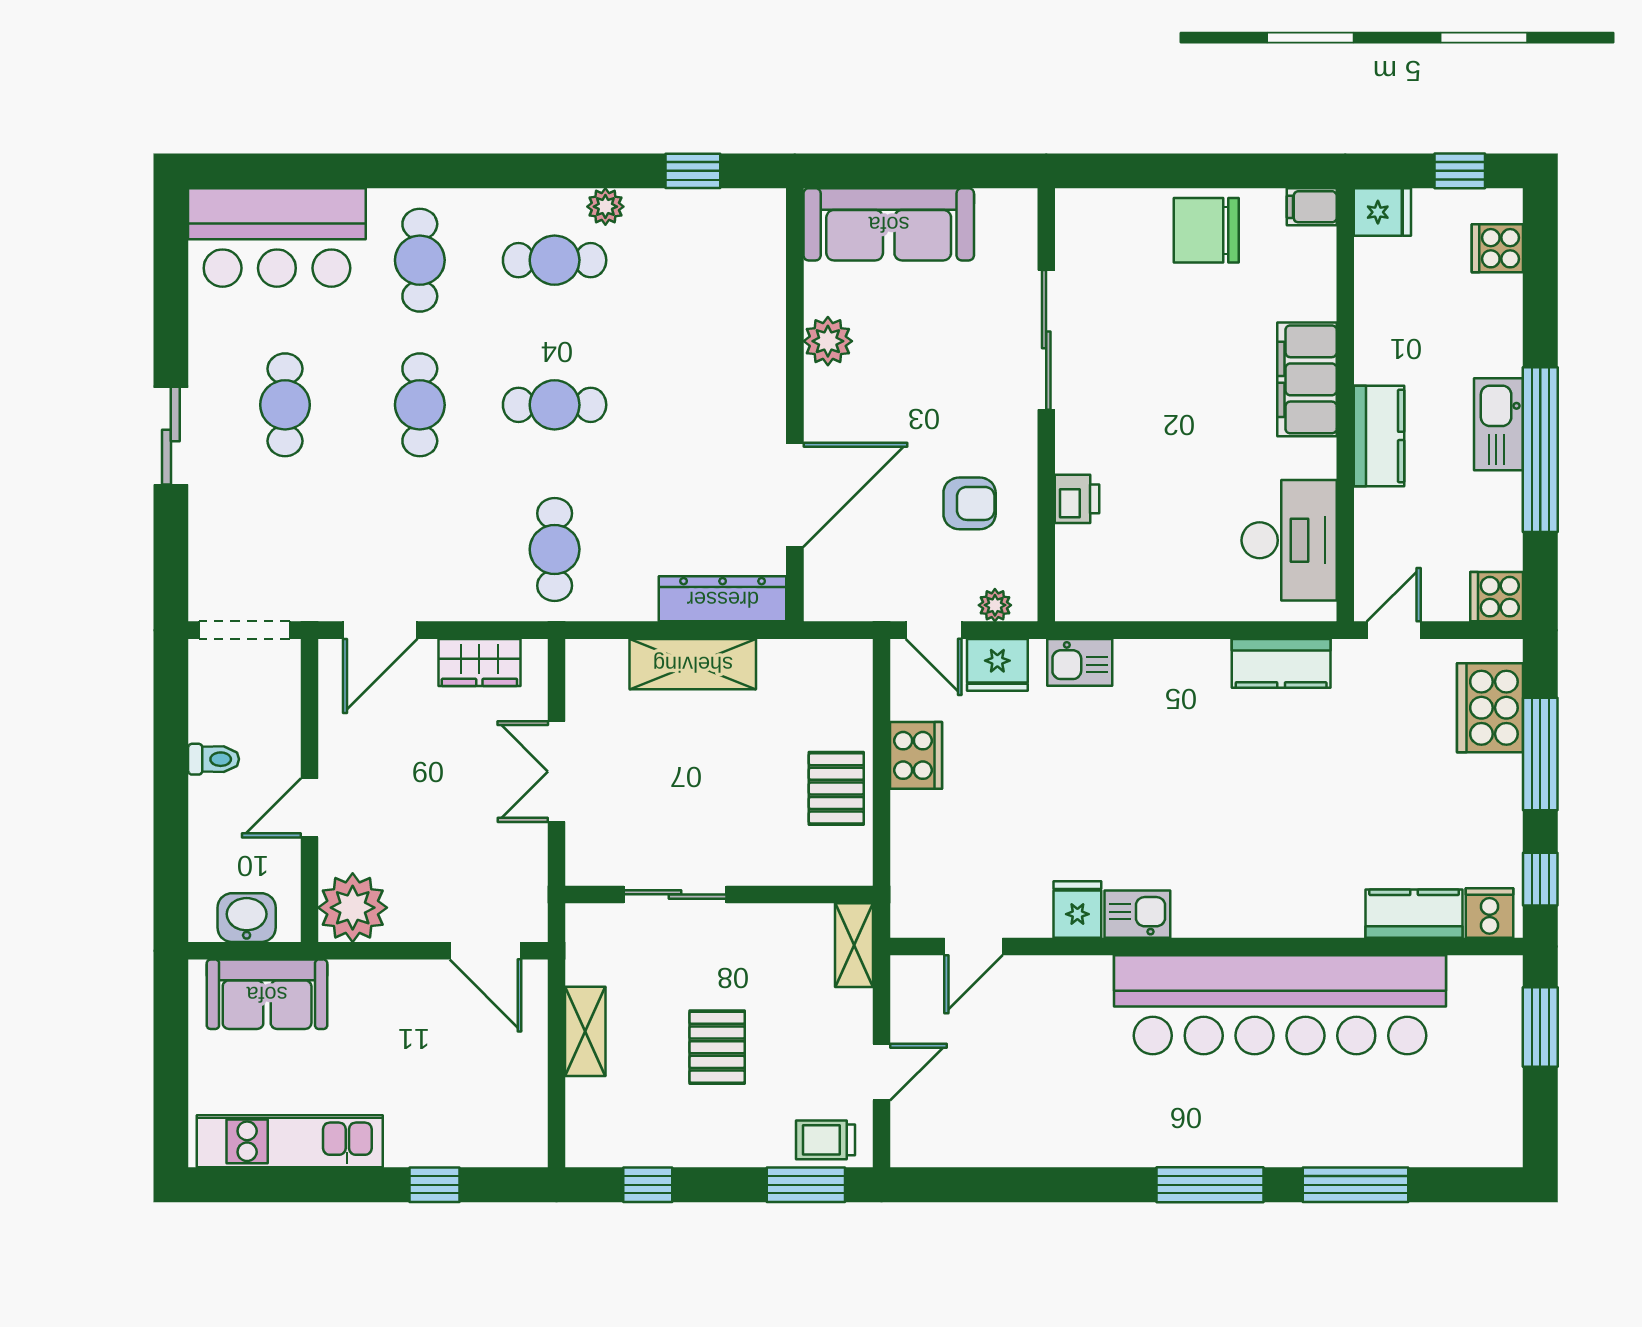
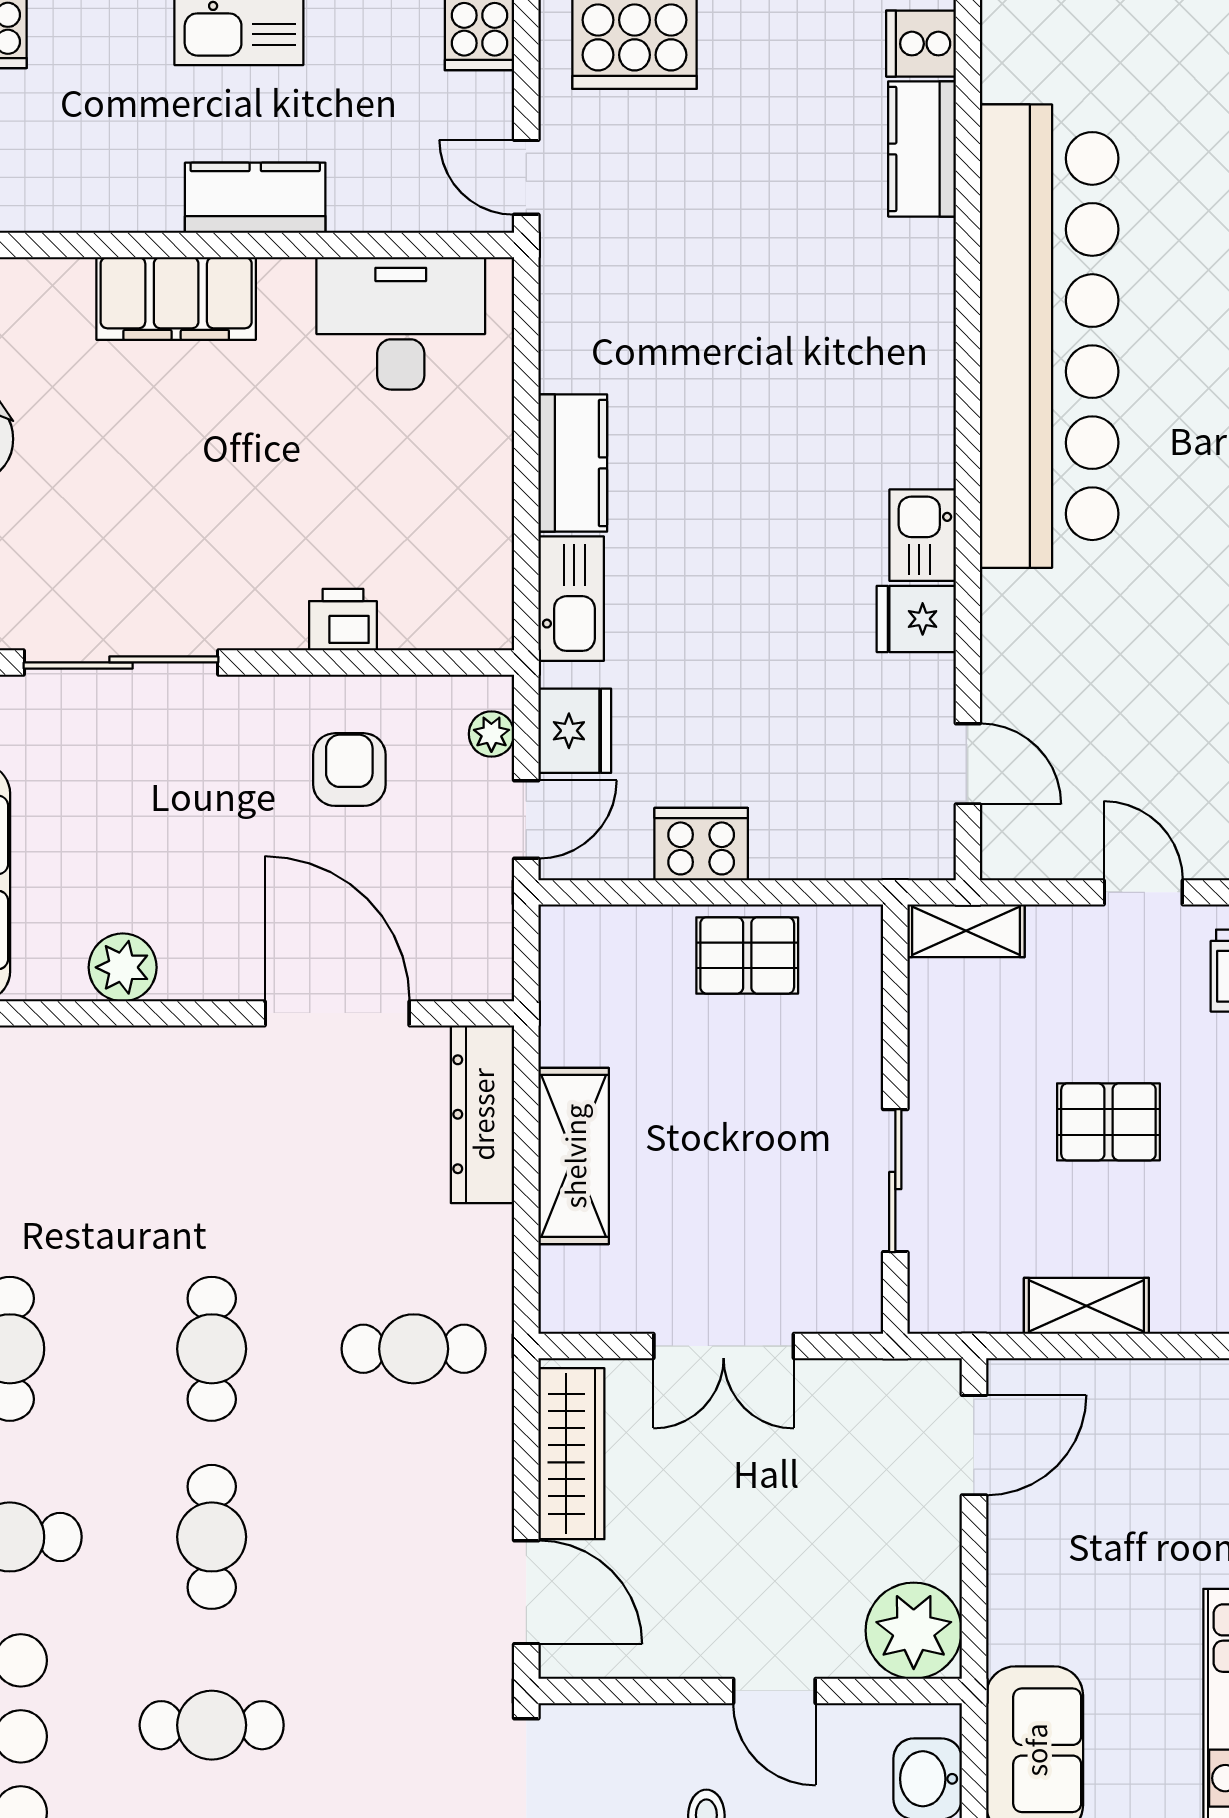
cafe table: (420, 405) -> (212, 1537), turned 90
kitchen sink: (1080, 662) -> (571, 599), width x1.38
wardrobe: (479, 663) -> (571, 1454), width x1.50
kitchen counter: (1281, 663) -> (573, 463), moved

